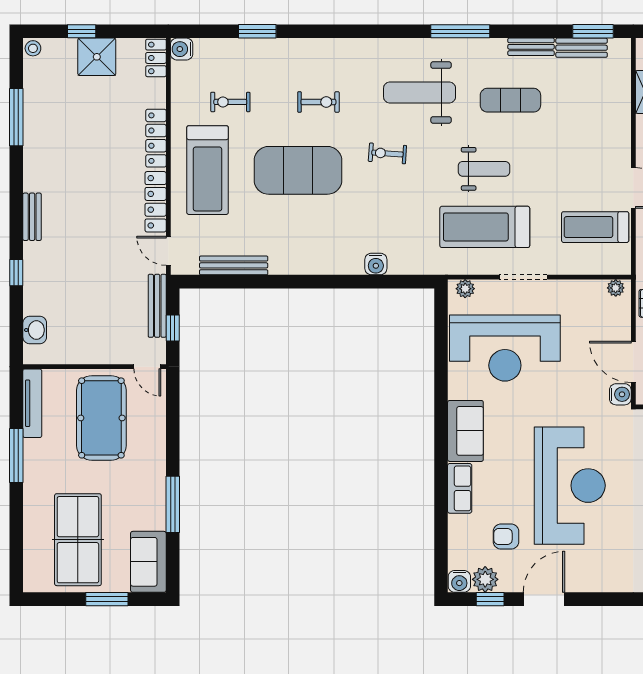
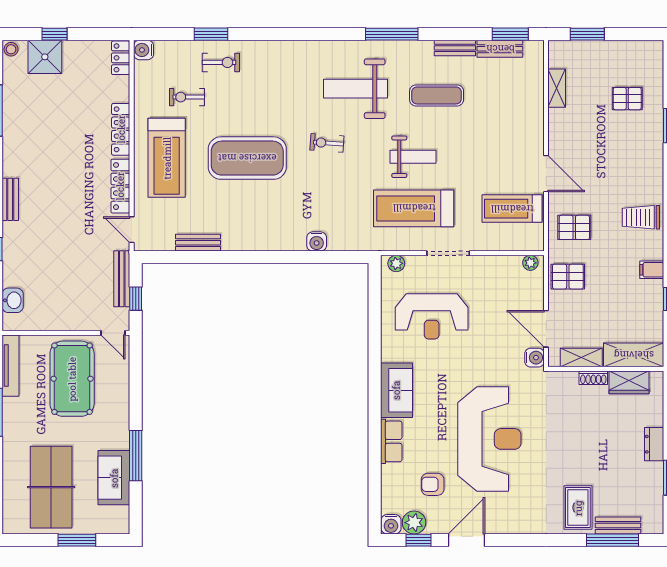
shower: (97, 57) -> (45, 57), moved
exercise bike: (318, 102) -> (221, 62), moved
bench: (234, 265) -> (198, 243), width x0.73
reception desk: (505, 348) -> (432, 316), width x0.74, depth x0.77
sofa: (148, 562) -> (114, 478), moved

